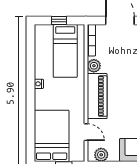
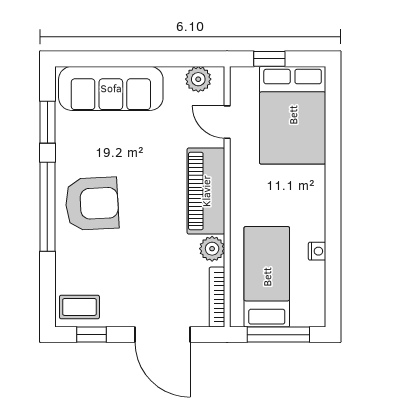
window: (59, 21) -> (278, 335), width x2.17
nightstand: (39, 84) -> (317, 251), moved

